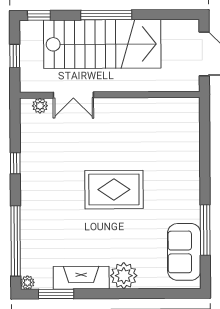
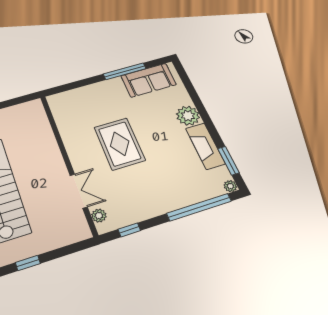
double door: (73, 95) -> (79, 191), moved
wall: (110, 95) -> (68, 162), moved
plant: (40, 106) -> (99, 216), moved

